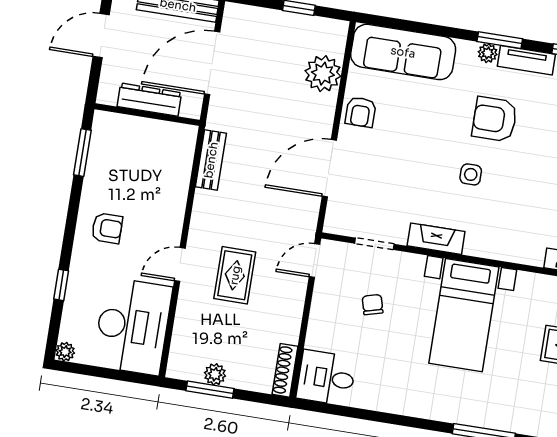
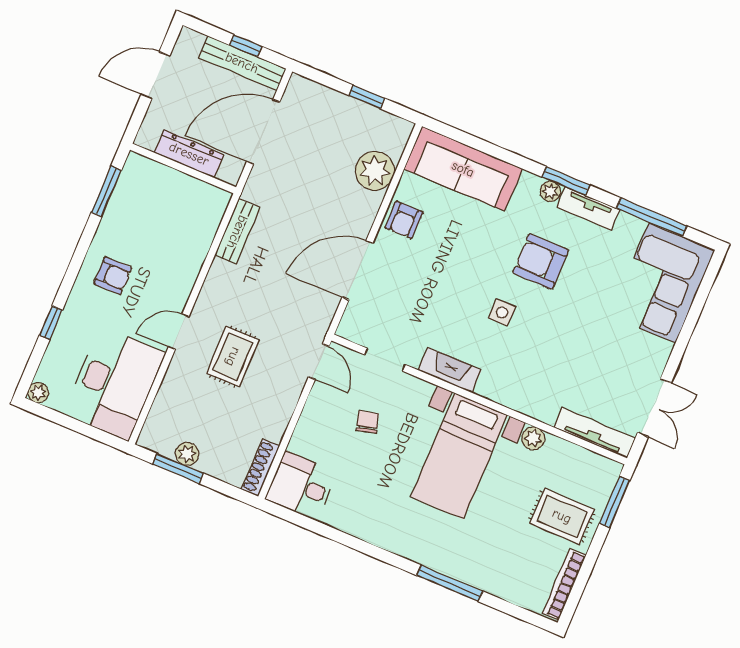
door: (315, 261) -> (319, 362), swing flipped
plant: (528, 282) -> (533, 438), added

